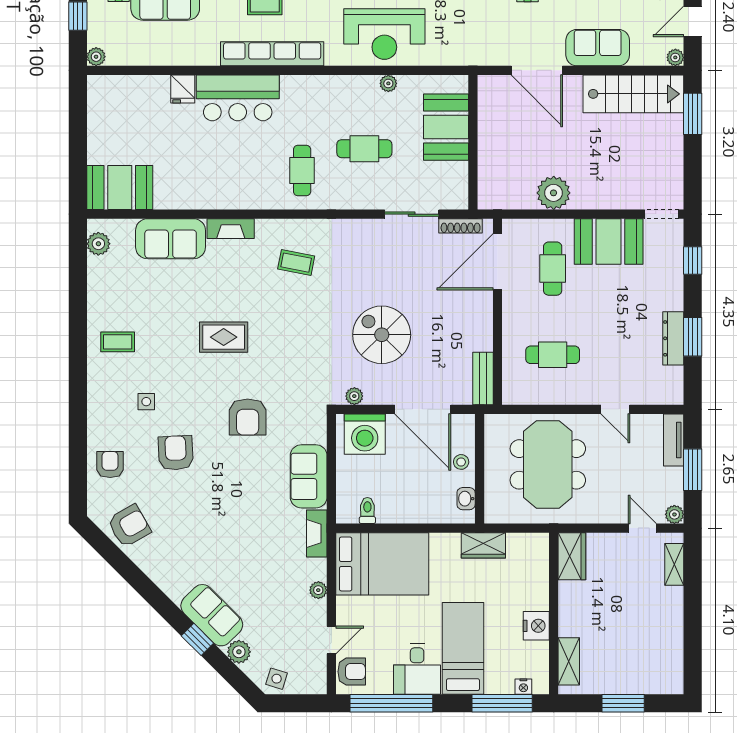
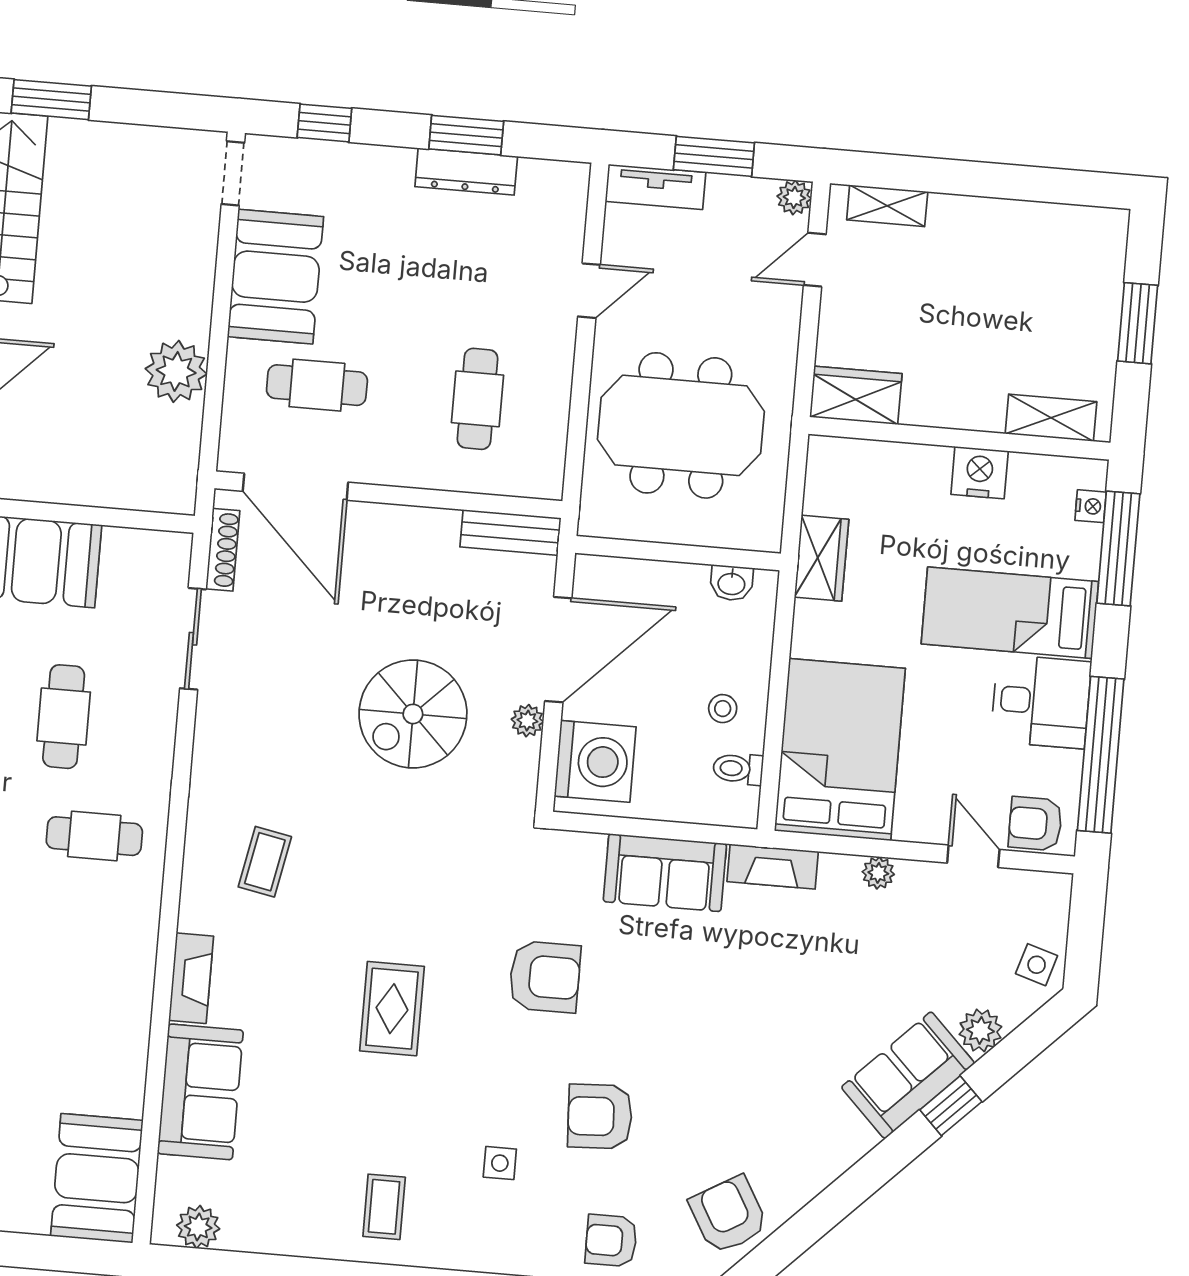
plant: (354, 396) -> (527, 721), moved
stool: (461, 462) -> (723, 709), moved
armchair: (352, 672) -> (1035, 824), turned -90

